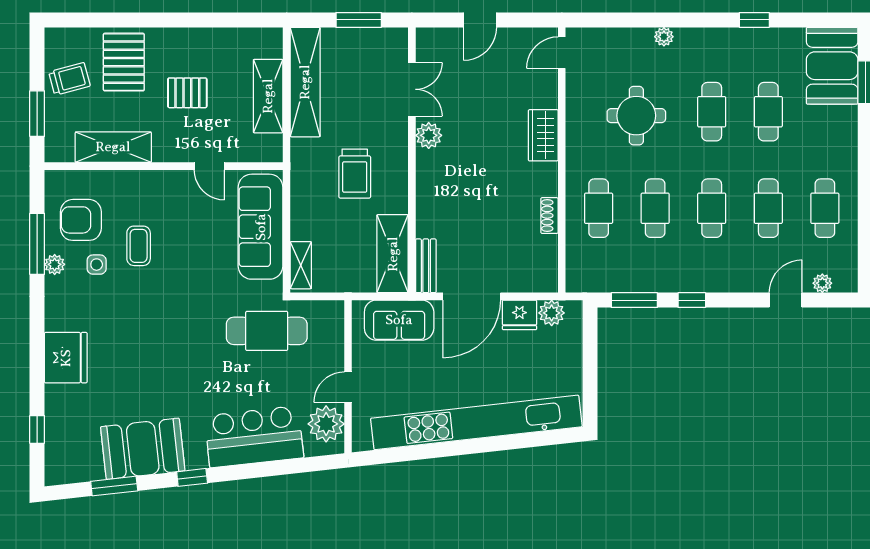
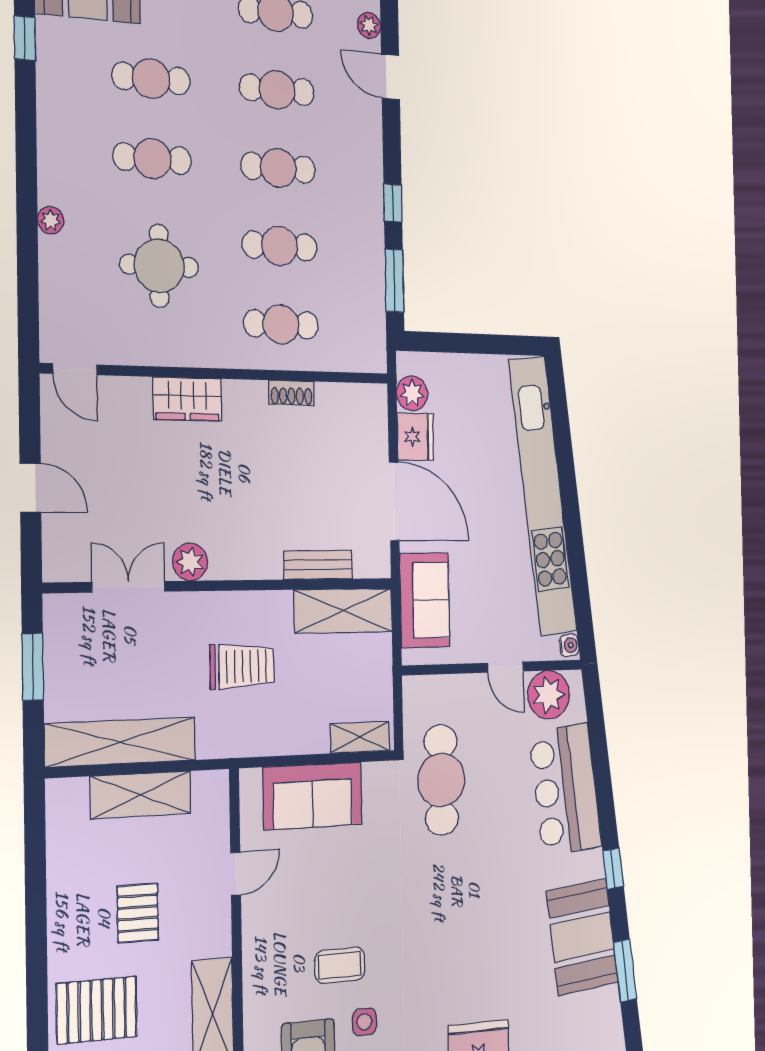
window: (754, 20) -> (25, 38), moved
sofa: (261, 227) -> (313, 796), width x0.73
bench: (426, 266) -> (318, 565), moved
water cooler: (363, 443) -> (569, 645), added

